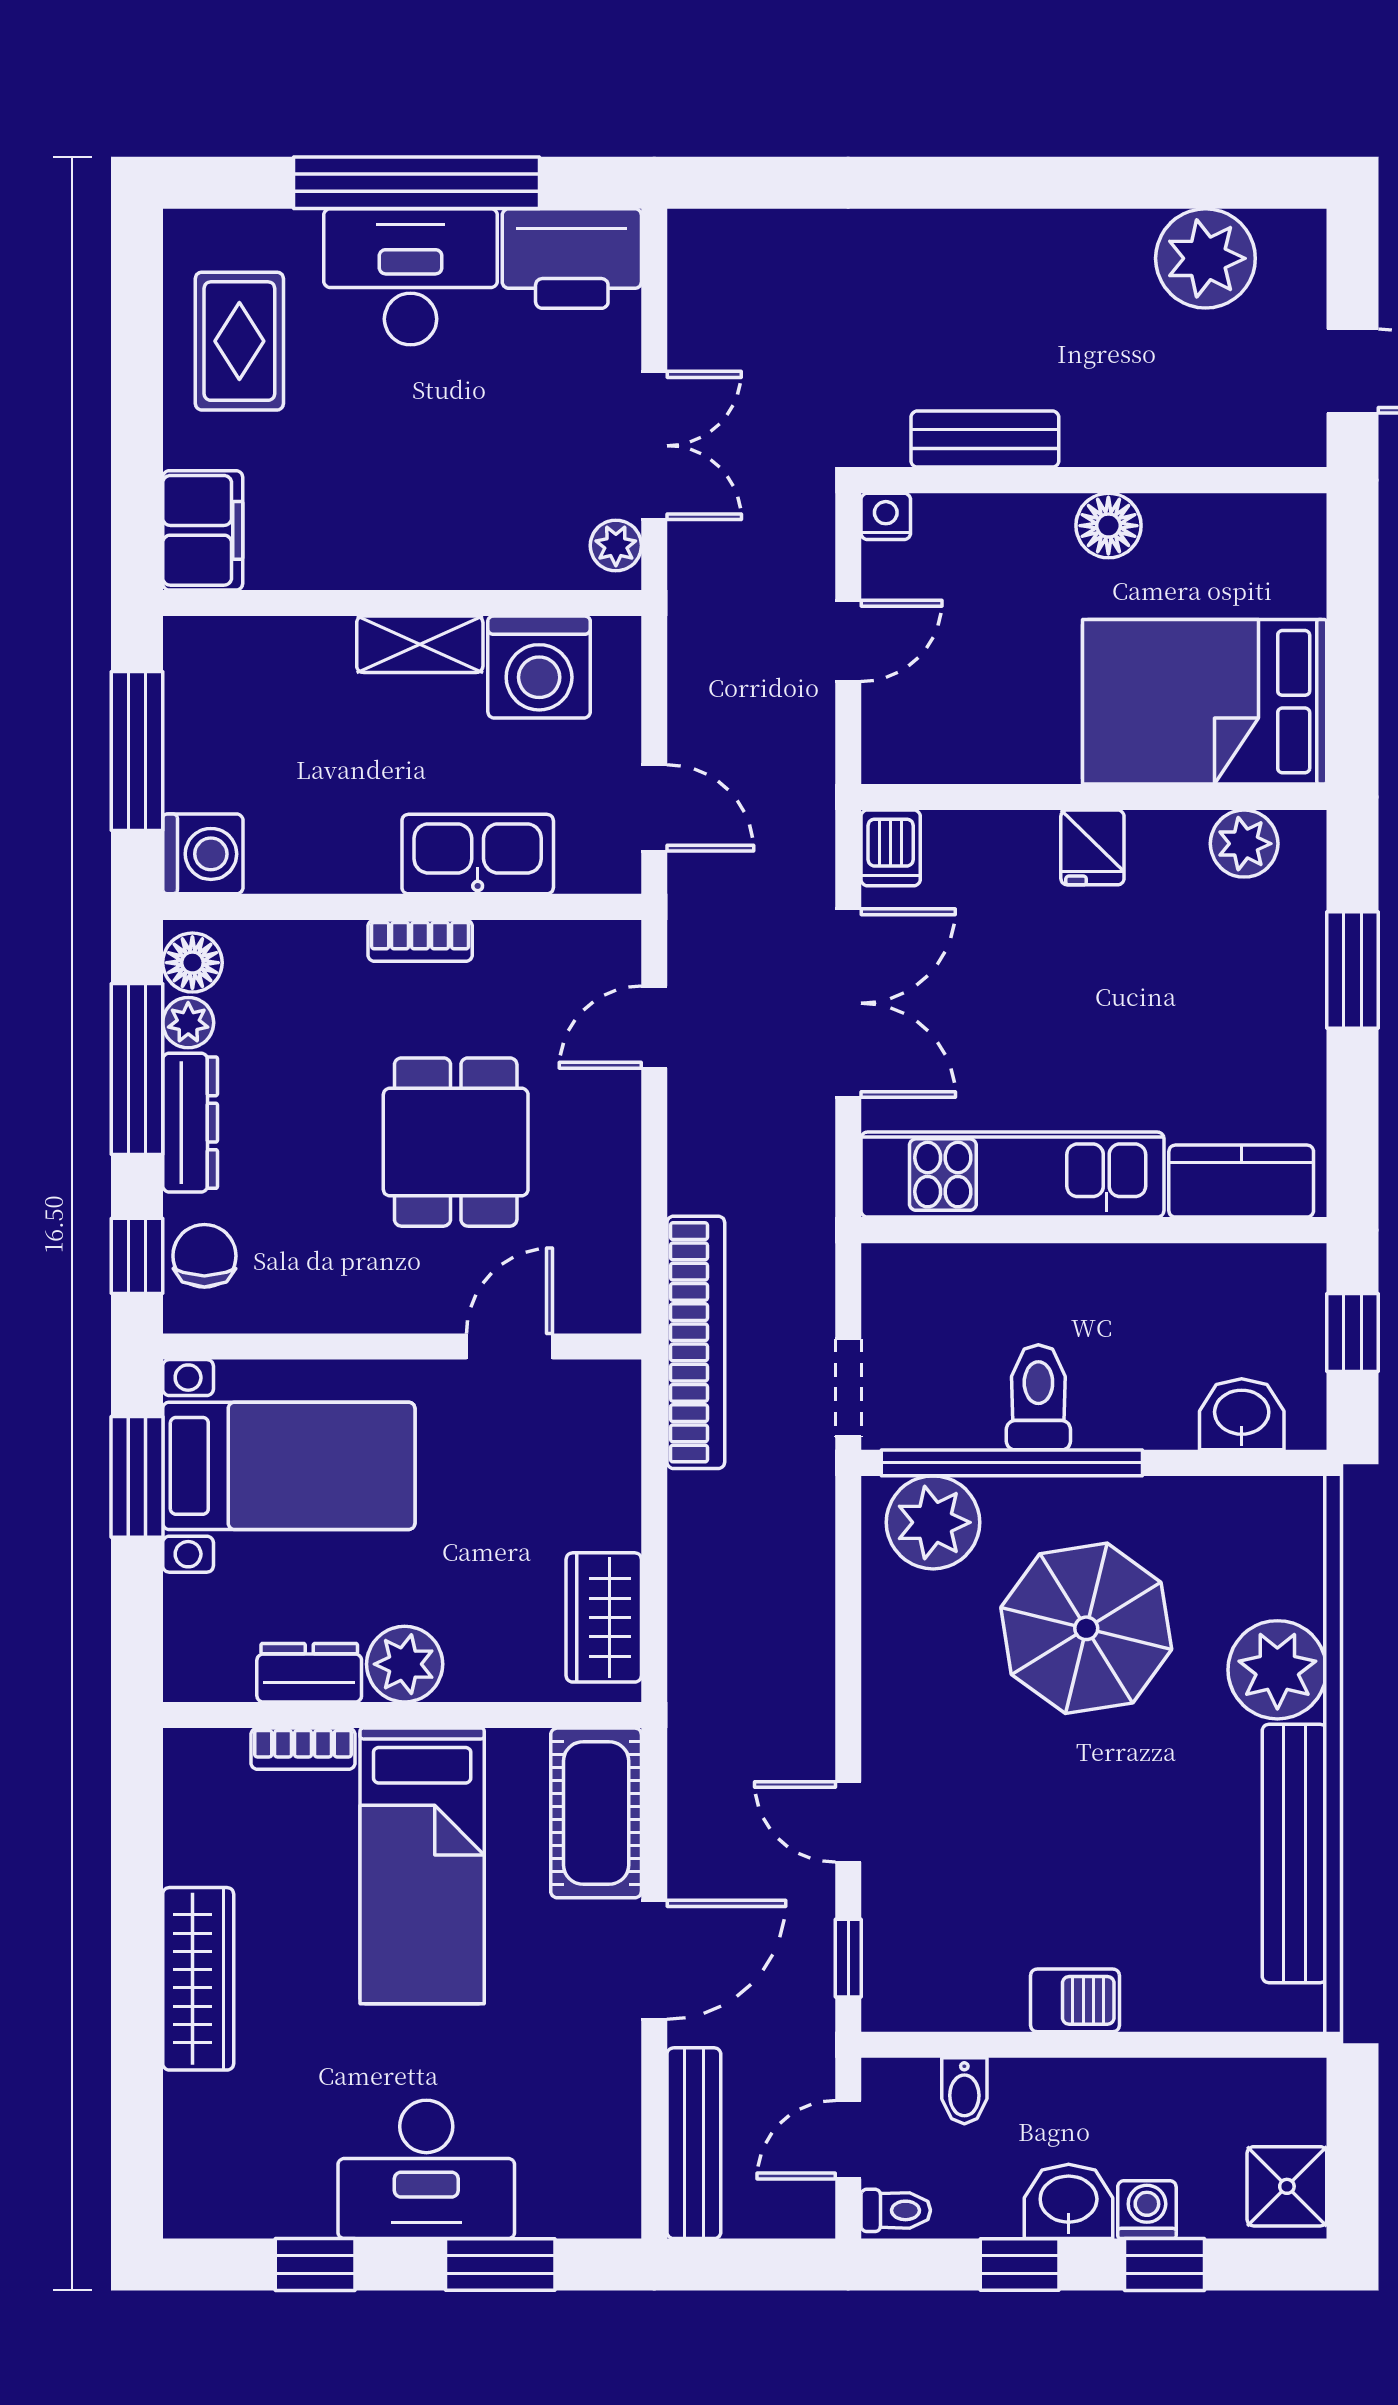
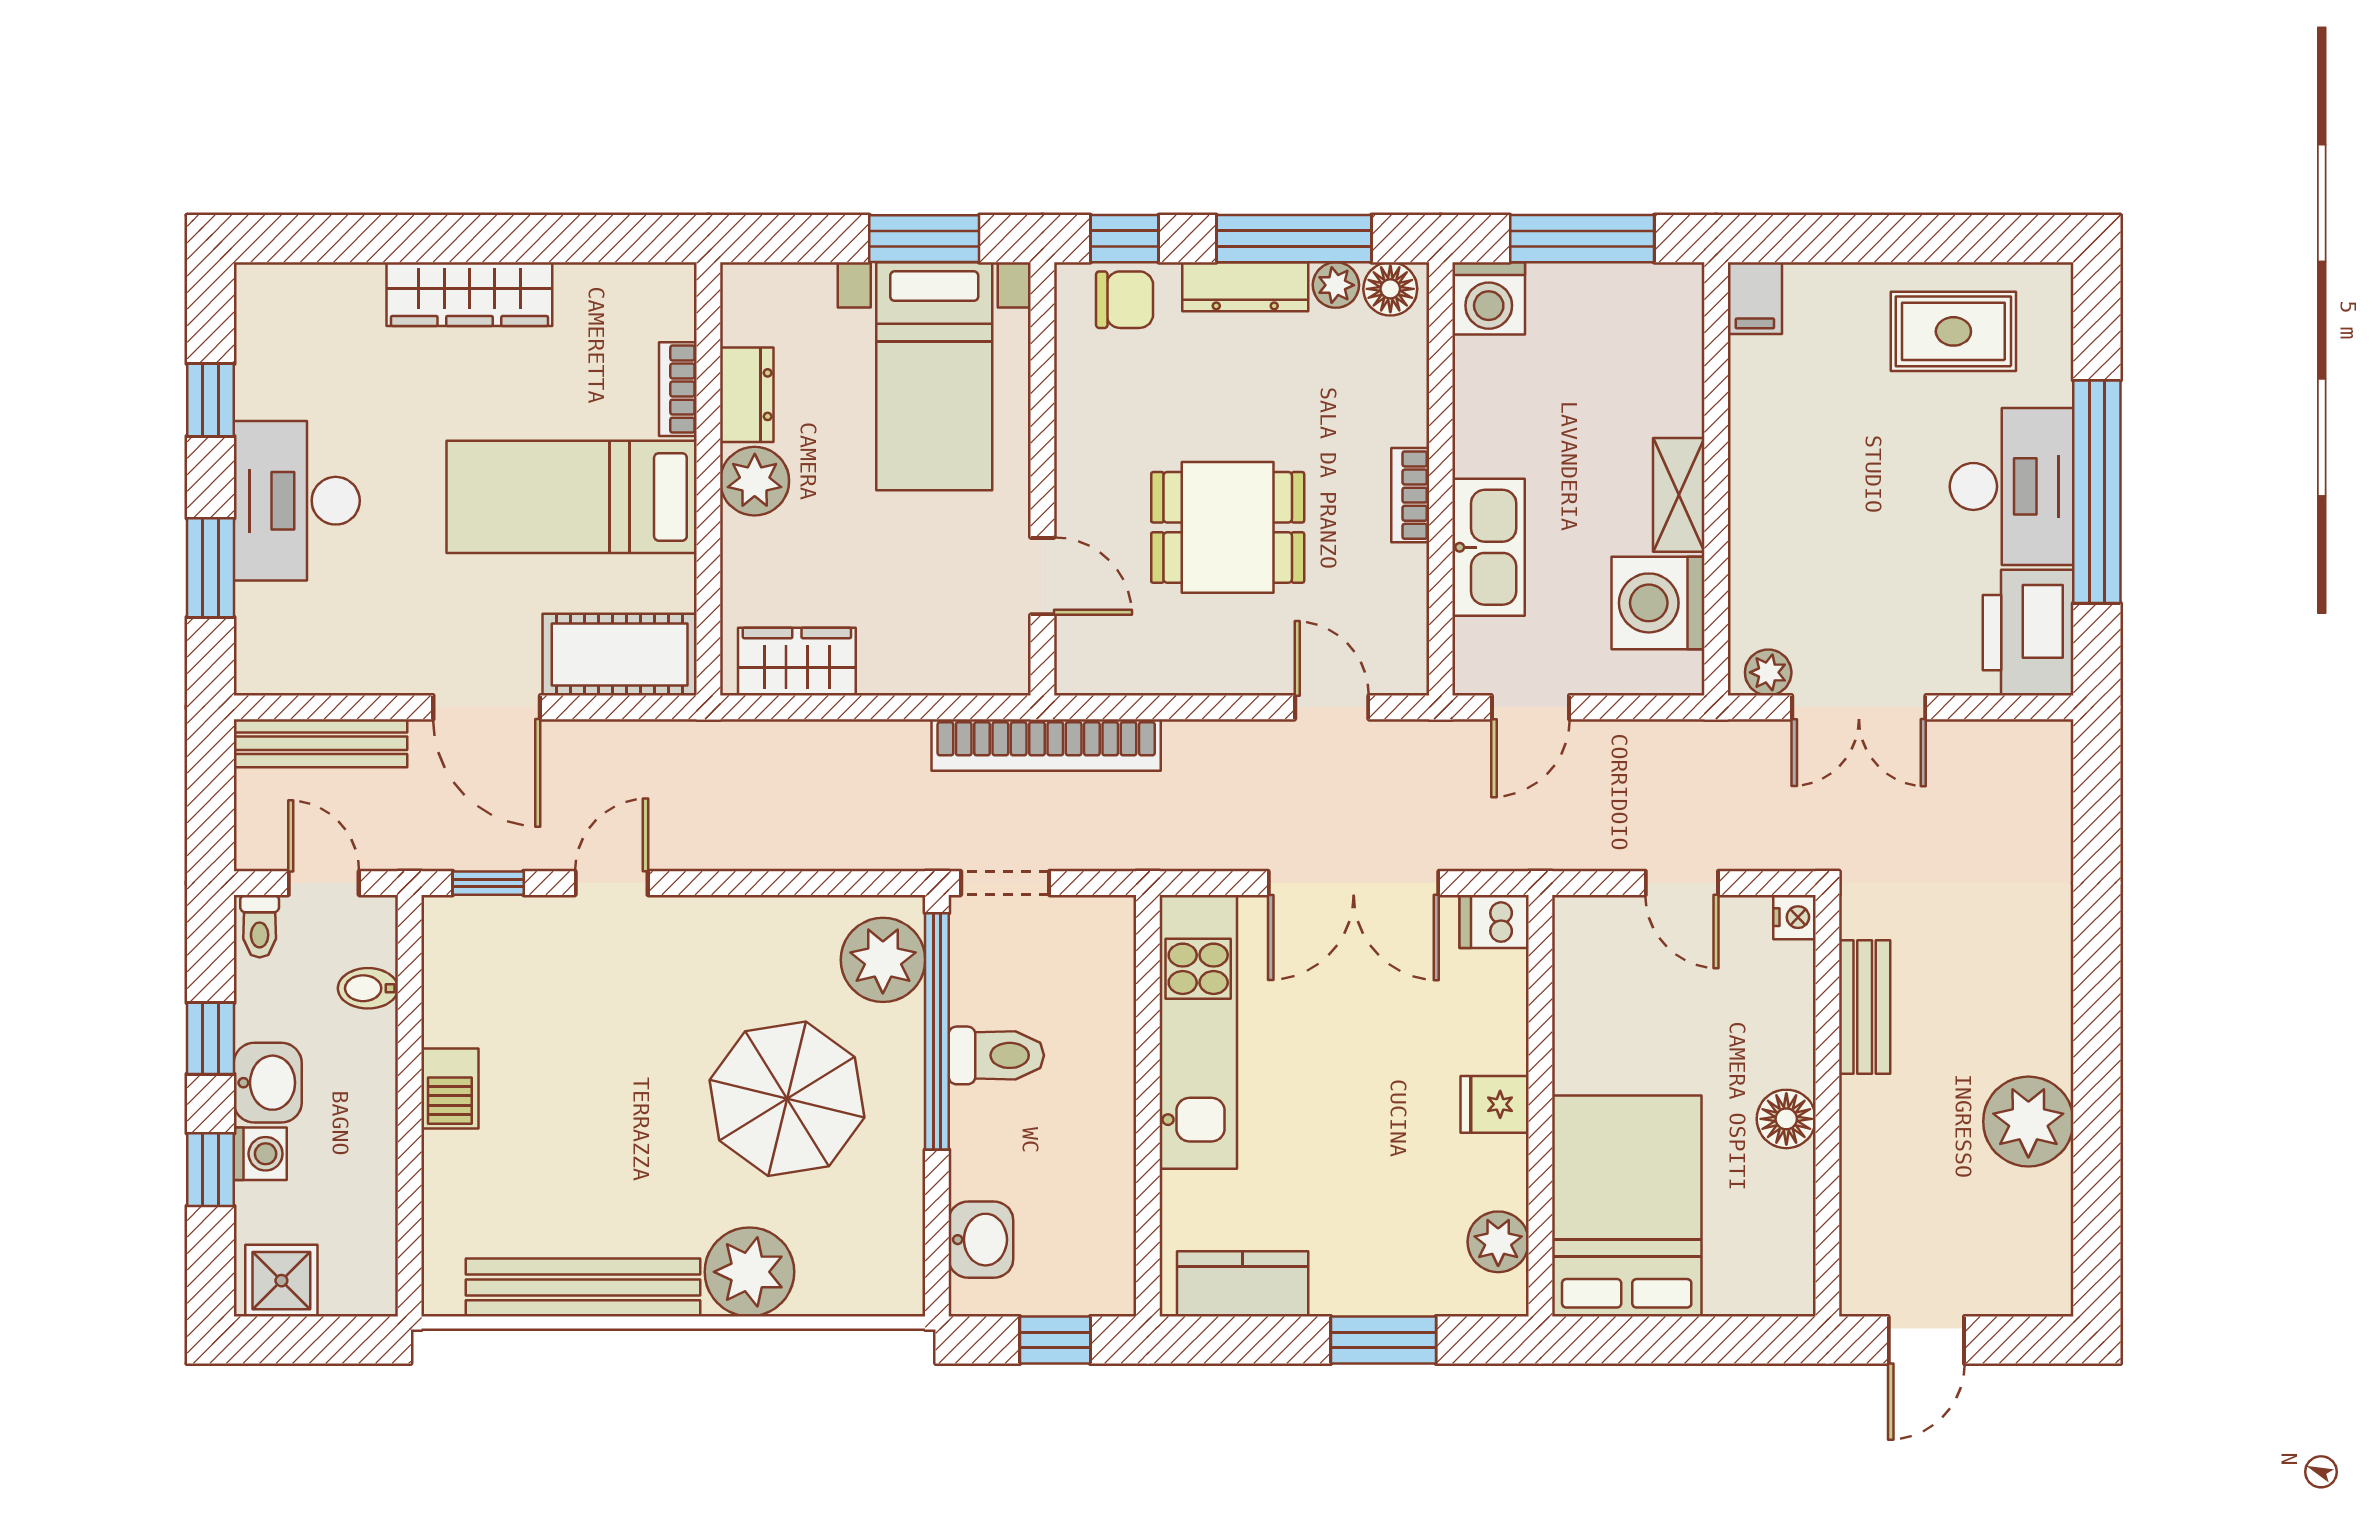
plant: (1205, 258) -> (2028, 1122), moved
filing cabinet: (203, 530) -> (1755, 298), width x0.50
kitchen counter: (1241, 1181) -> (1243, 1284), moved, turned -90

